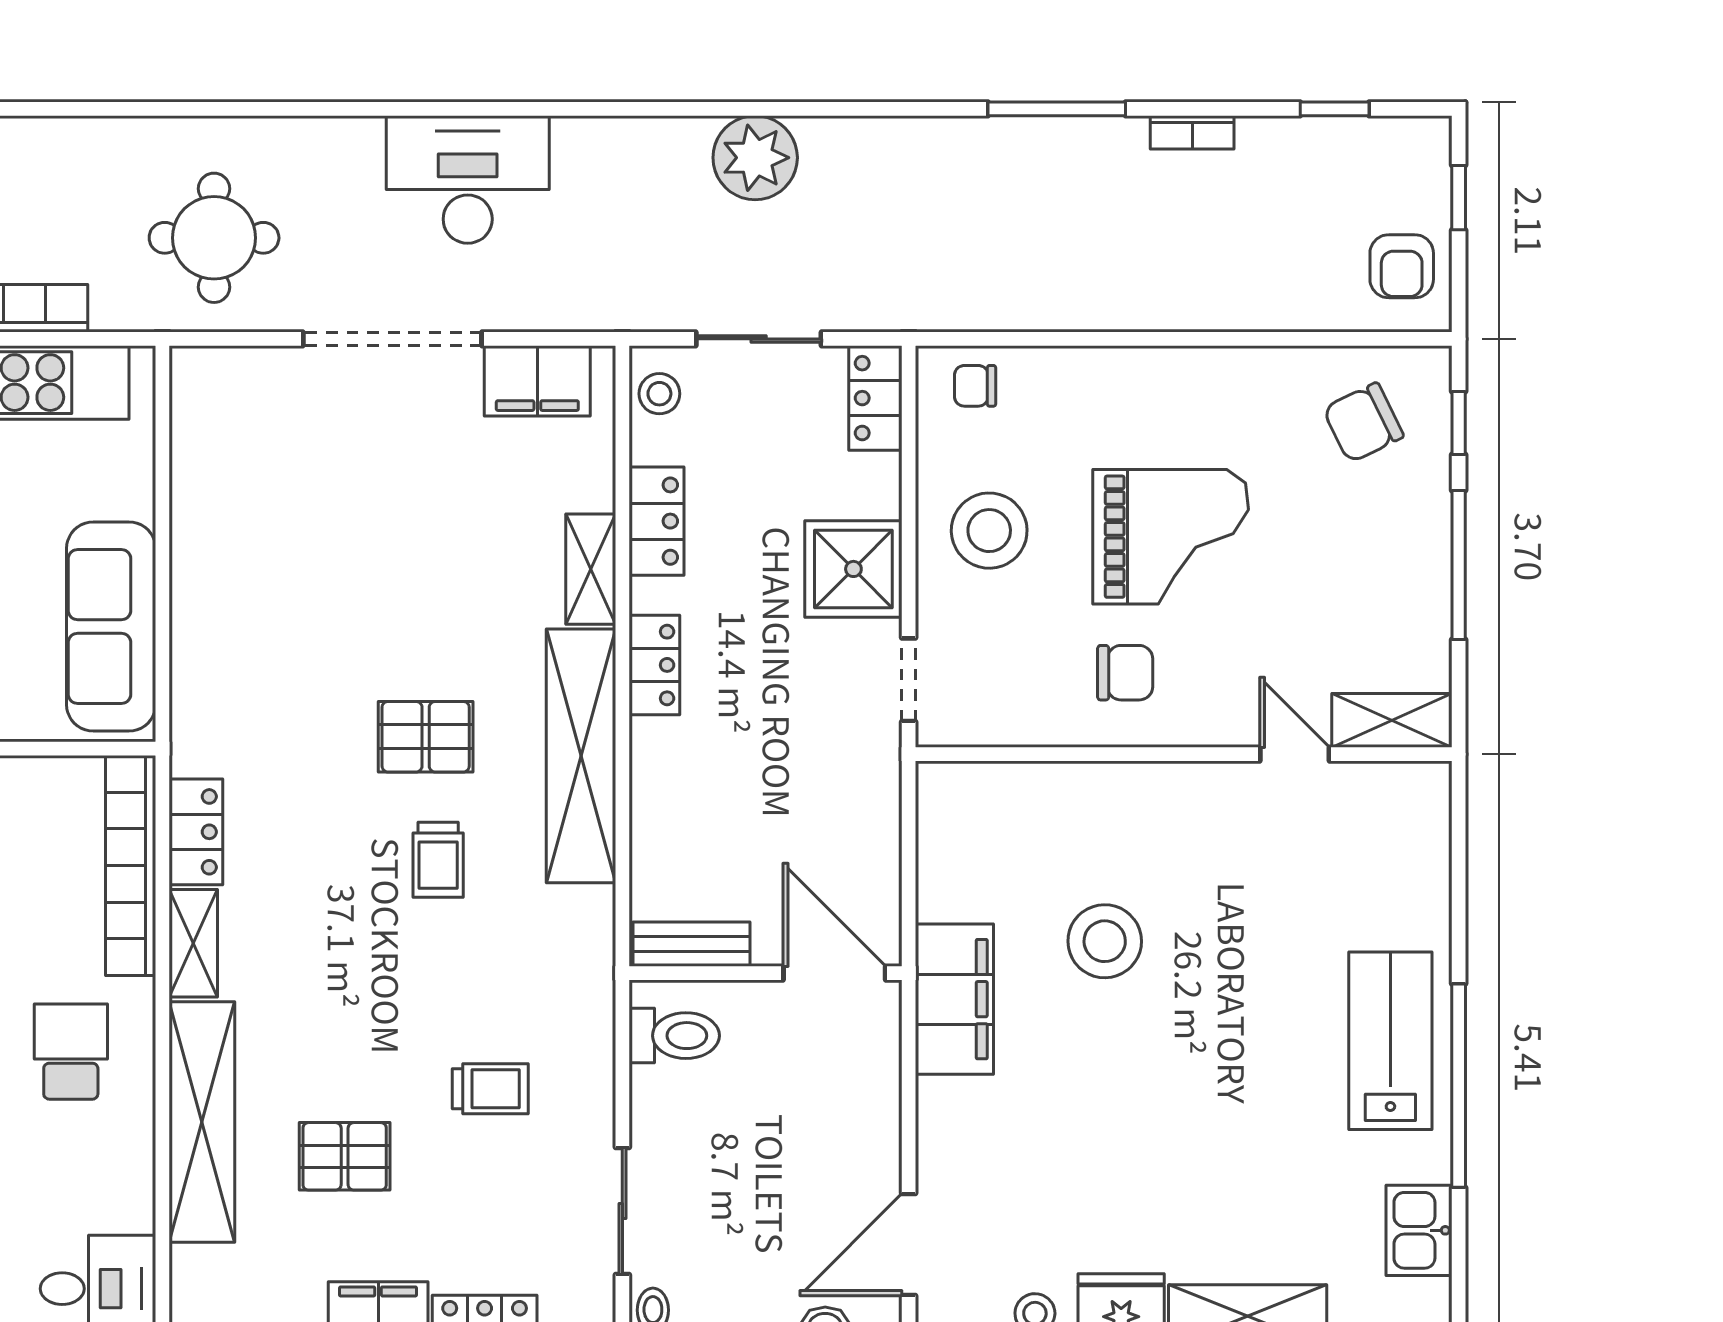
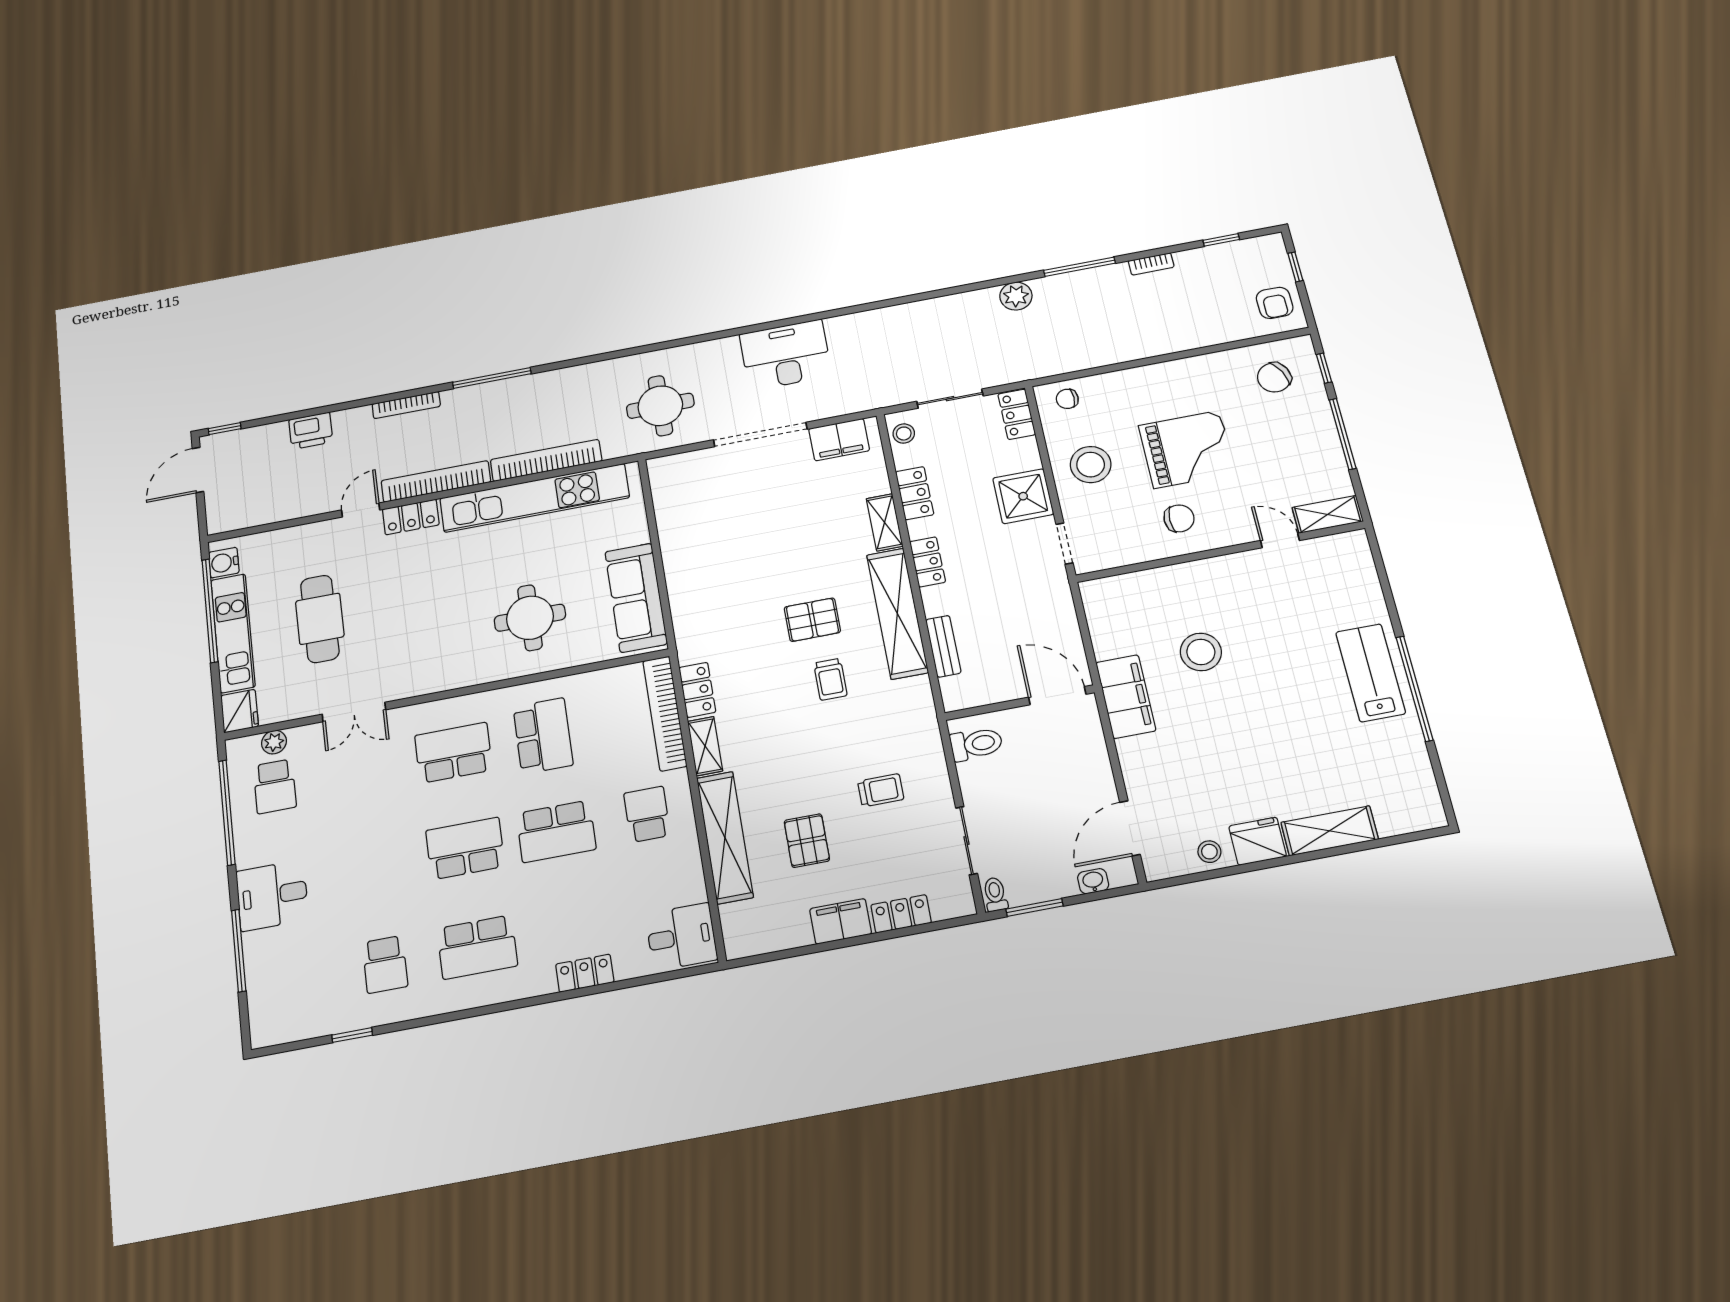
plant: (755, 158) -> (1016, 296), moved, width x0.73, depth x0.73
bench: (692, 944) -> (943, 646), moved, turned 90
pallet: (345, 1156) -> (807, 841), turned 90
kitchen sink: (1419, 1230) -> (1413, 767), removed

